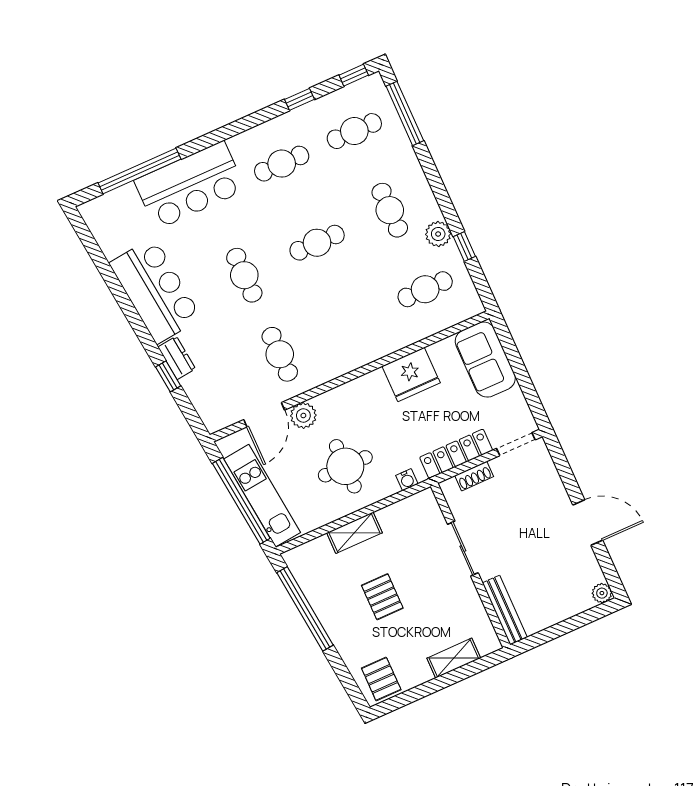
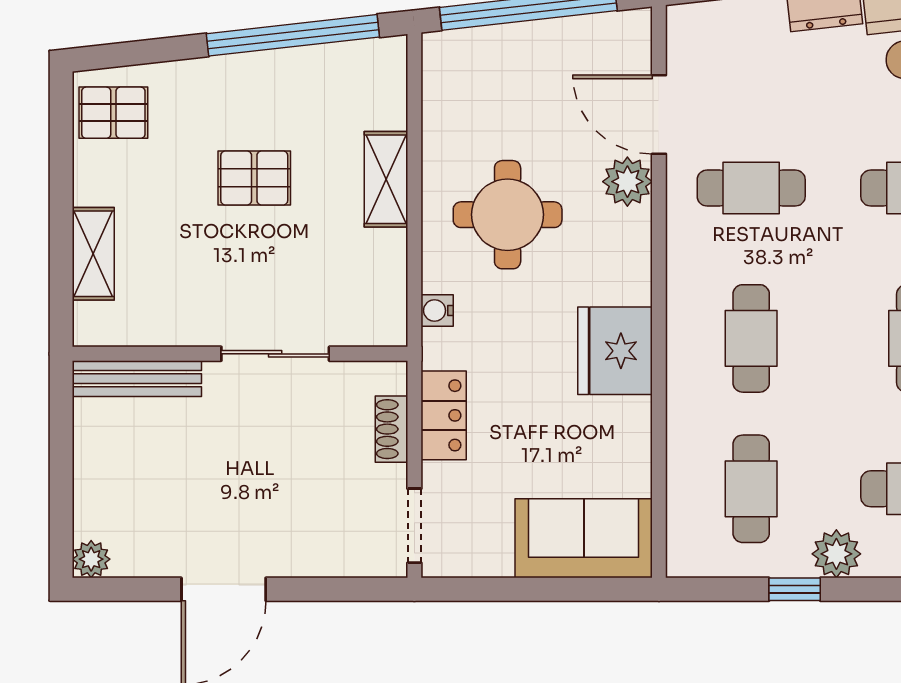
cafe table: (352, 322) -> (751, 338), added
fridge: (411, 375) -> (615, 351), moved
locker: (456, 454) -> (444, 415), width x0.66
kitchen unit: (262, 496) -> (521, 49), removed

